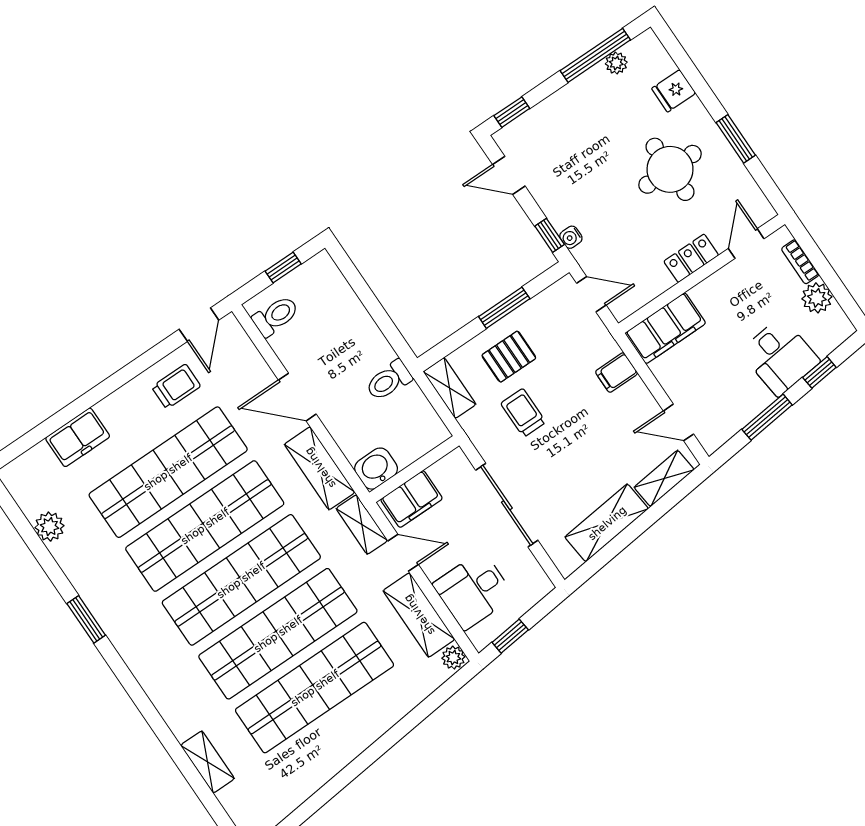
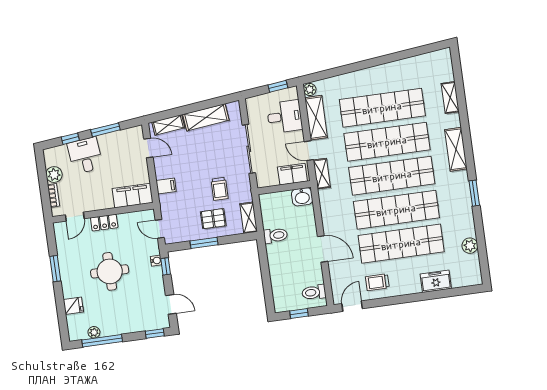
round table: (670, 169) -> (110, 271), moved
shelving: (320, 468) -> (456, 149), moved

